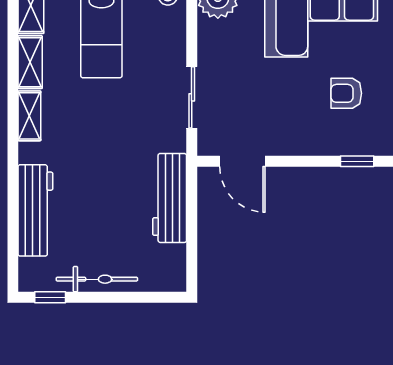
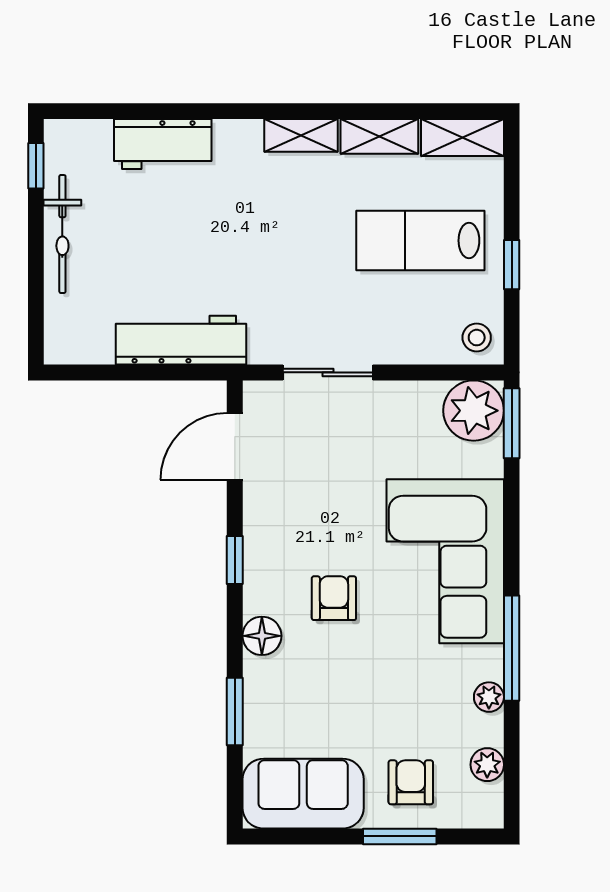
floor lamp: (372, 143) -> (262, 636), added
window: (357, 161) -> (235, 560), moved
workbench: (35, 210) -> (163, 144), width x0.73

